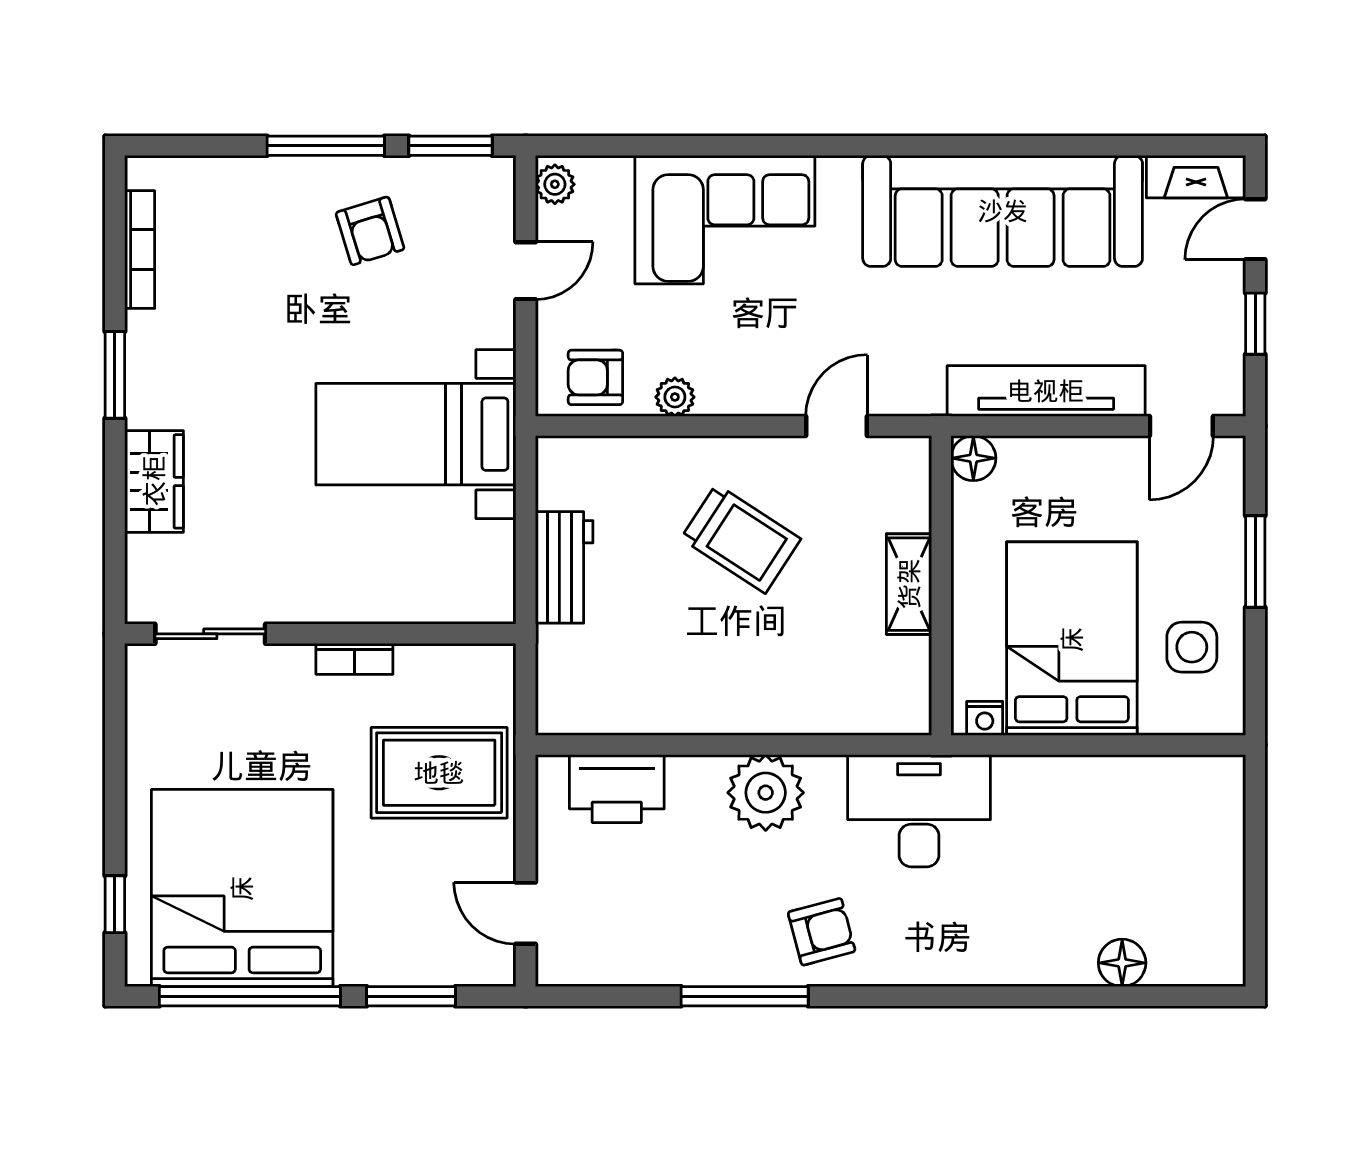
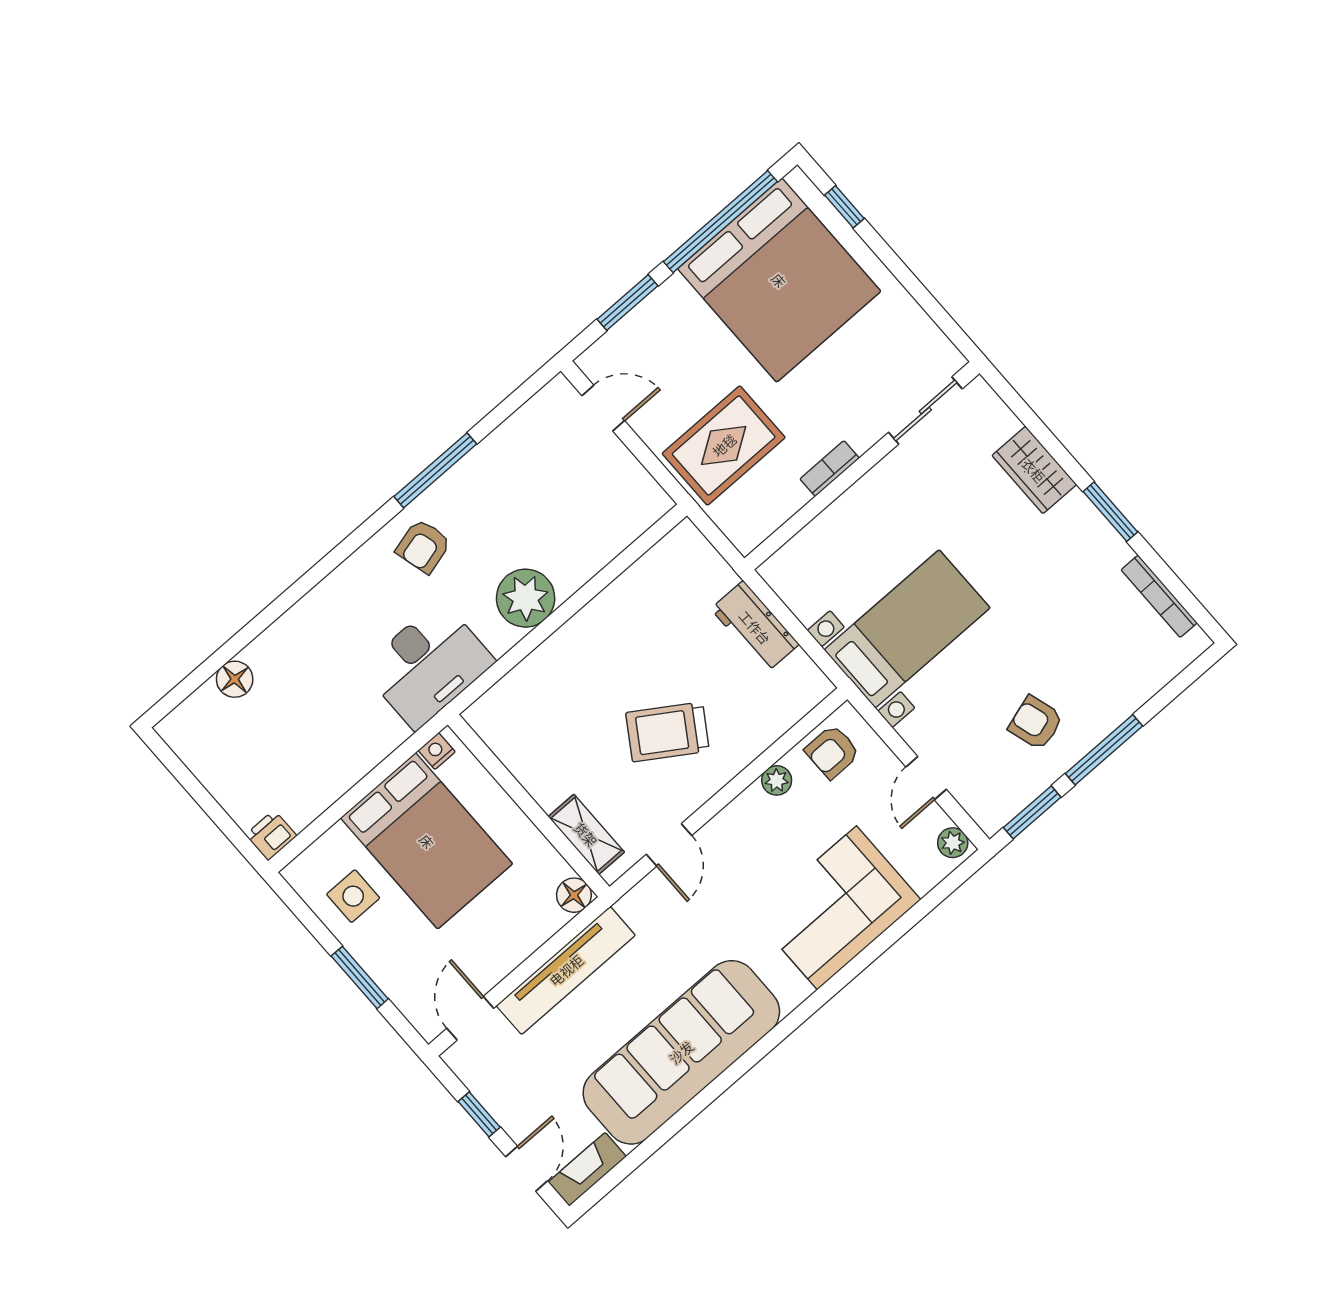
armchair: (595, 377) -> (832, 752), turned 180
shelving: (909, 584) -> (586, 834), moved
printer: (617, 789) -> (271, 835), moved, width x0.53, depth x0.68

